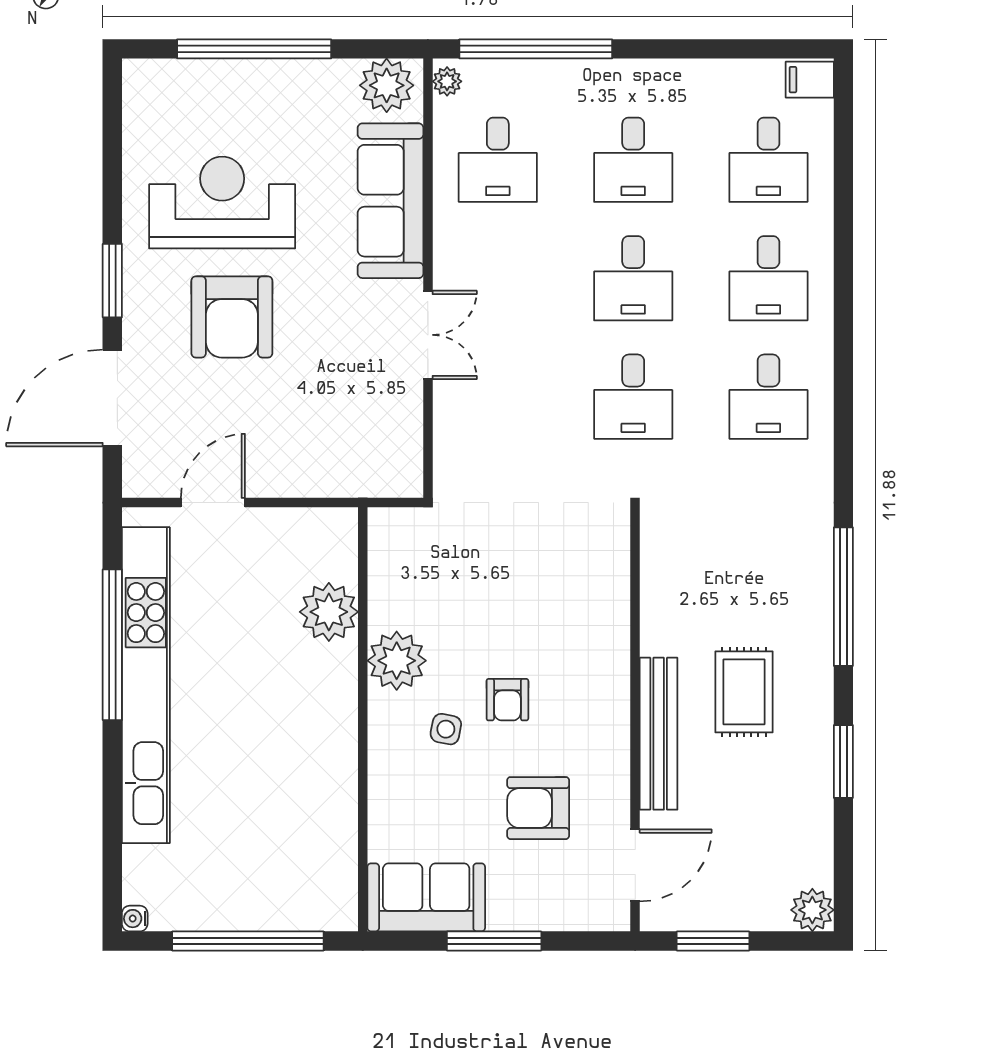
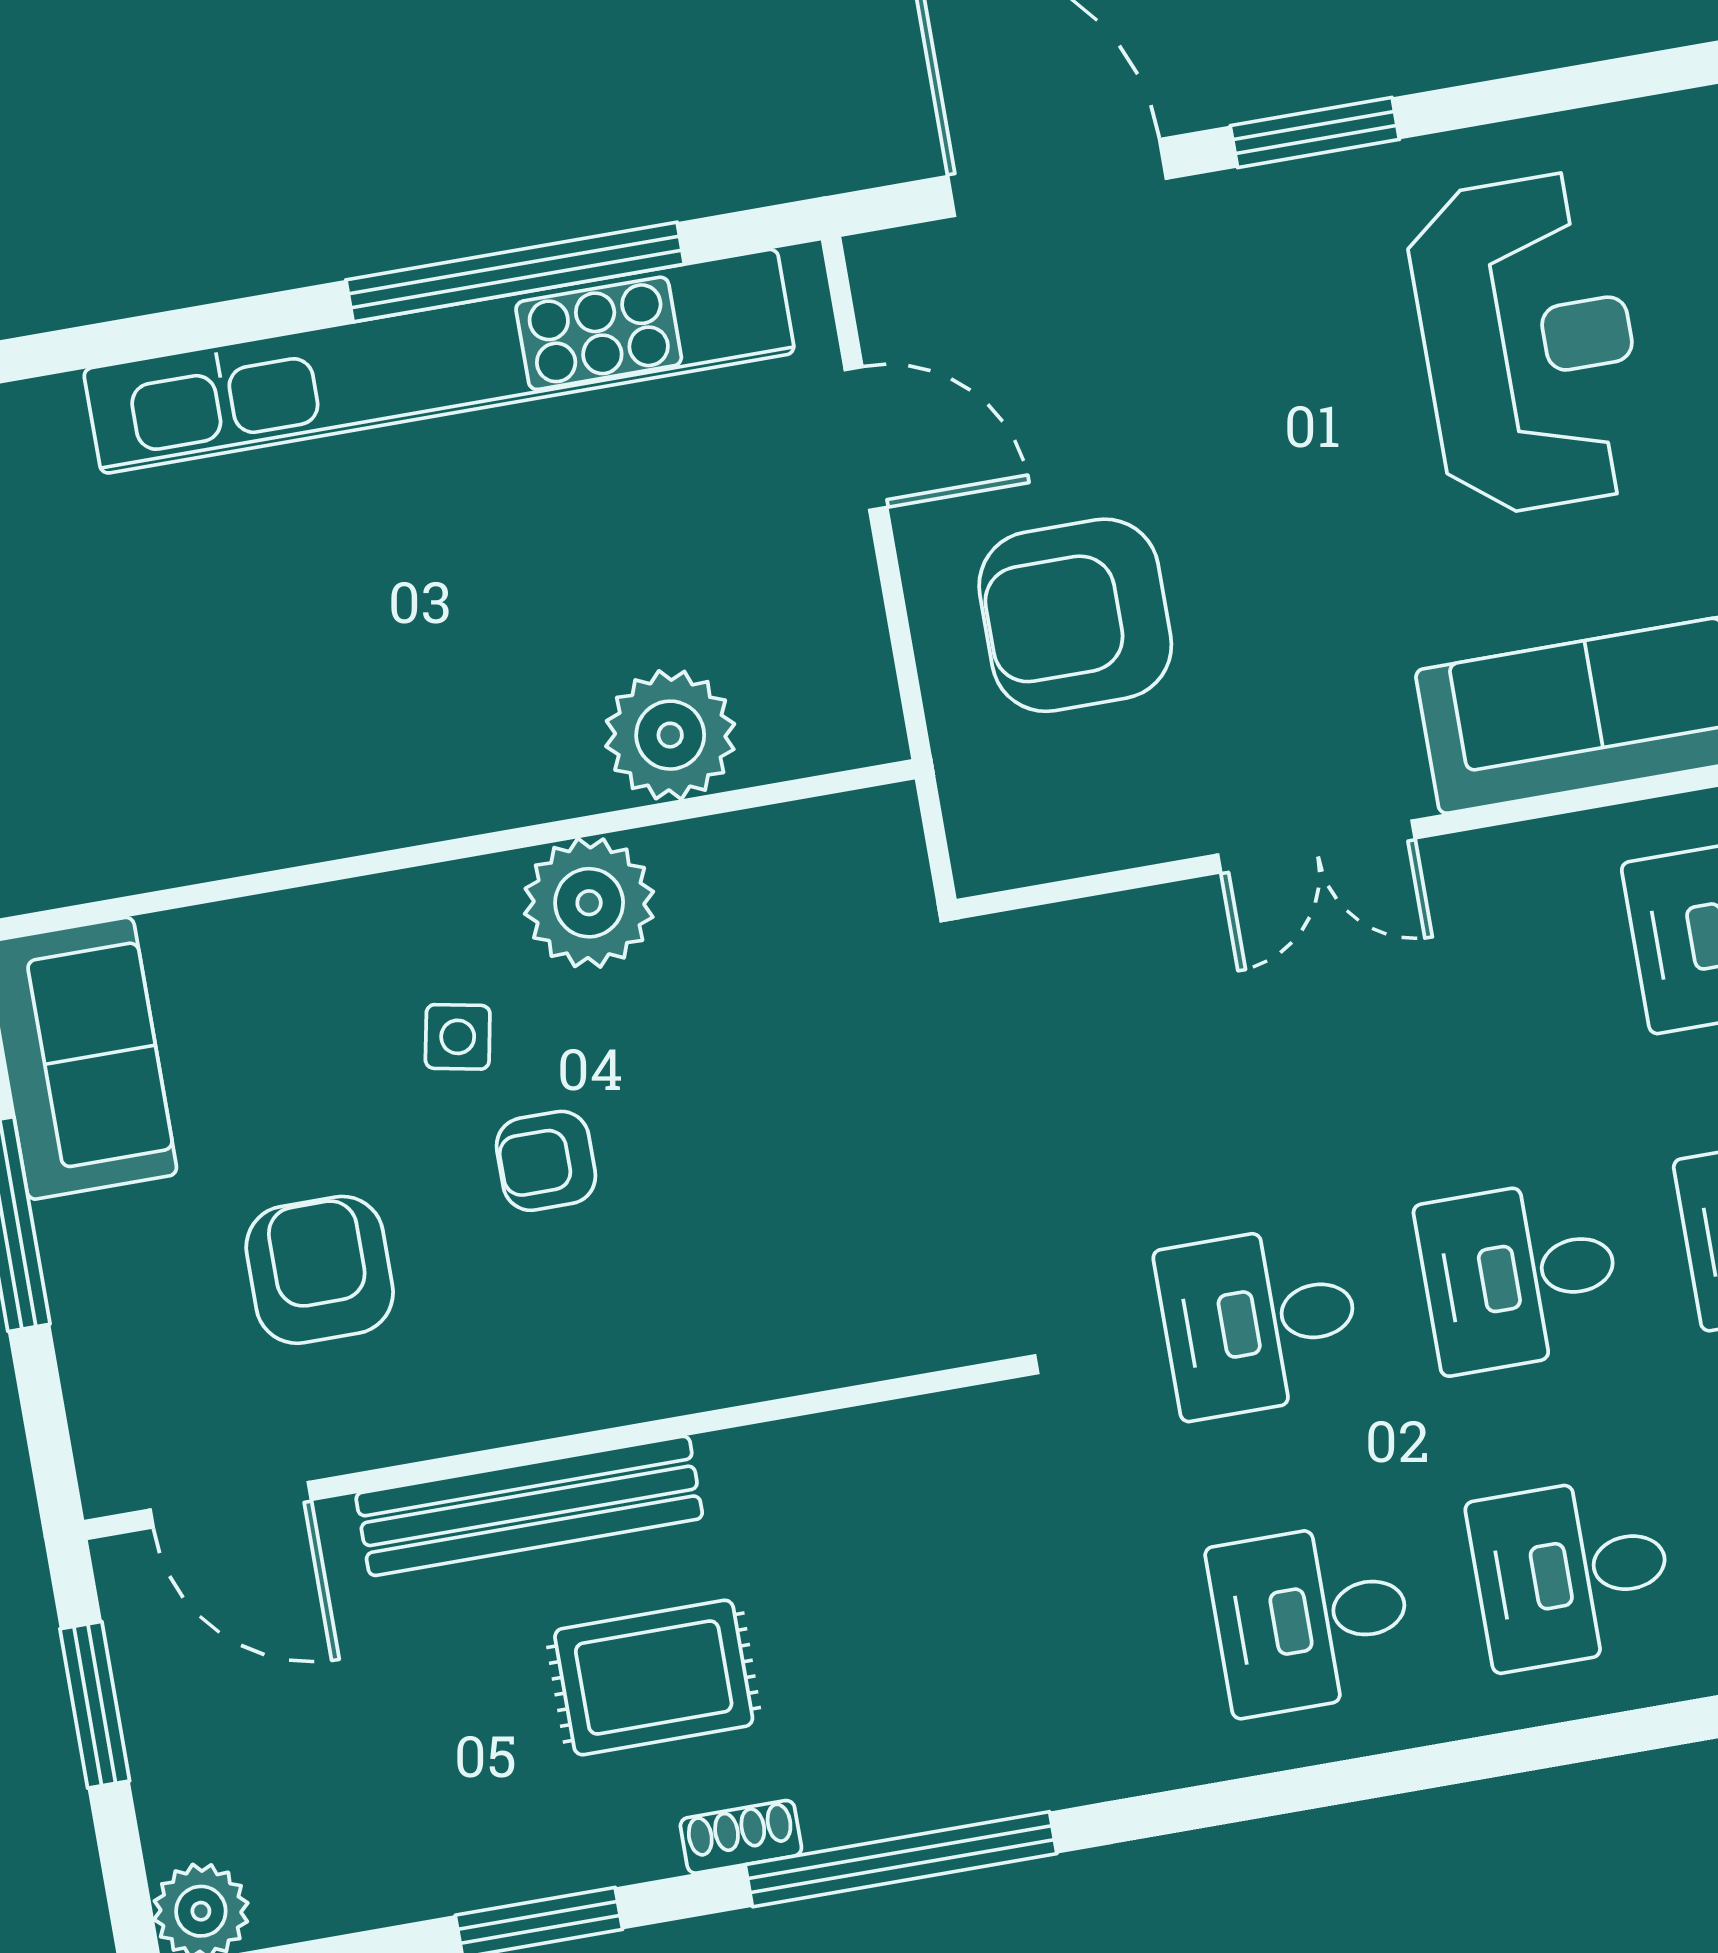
armchair: (232, 317) -> (1075, 615), moved
shoe rack: (821, 666) -> (741, 1837), added

